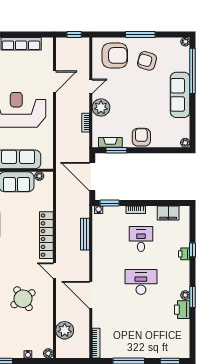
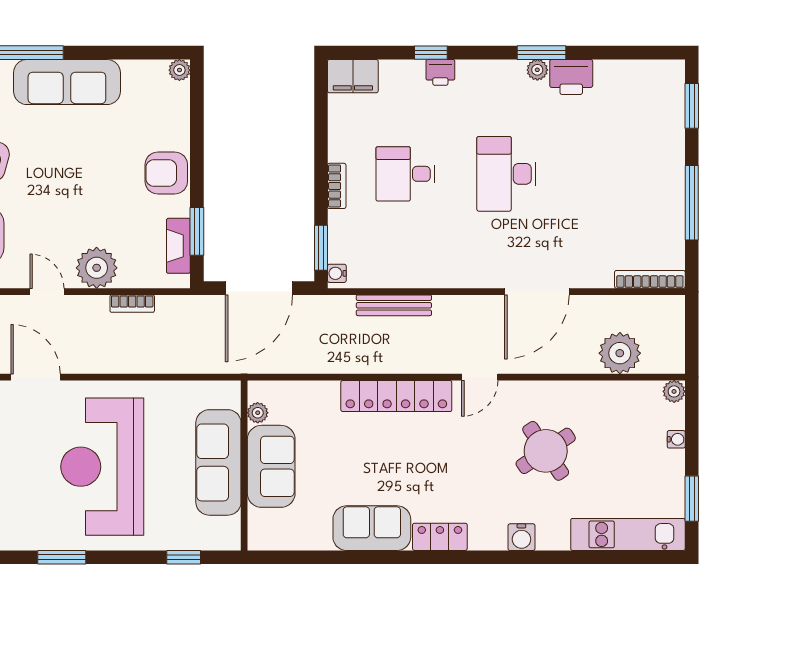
filing cabinet: (168, 213) -> (353, 76), moved, turned 90

